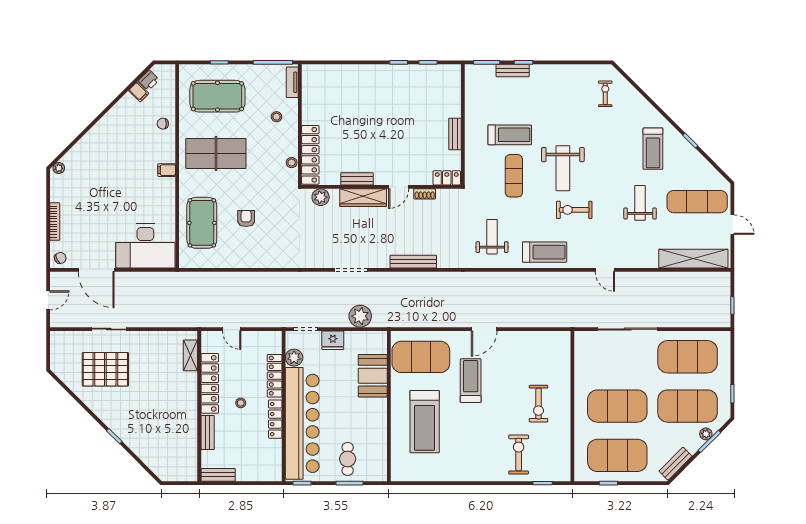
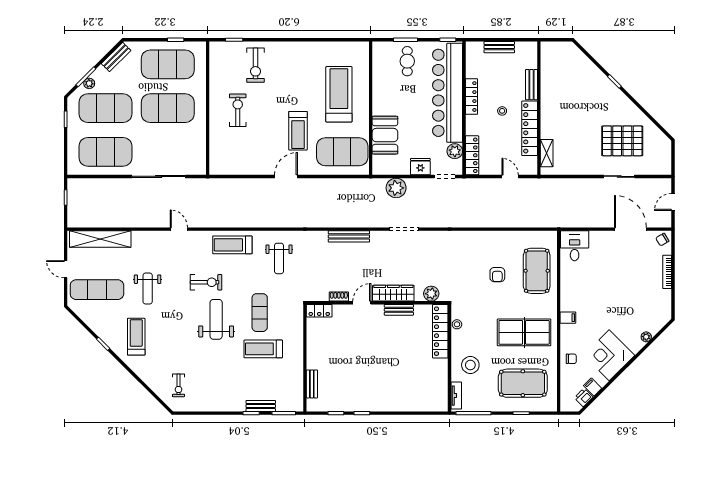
stool: (276, 117) -> (470, 365), width x1.89, depth x1.89
corner desk: (120, 128) -> (609, 355), added
bench: (455, 134) -> (312, 384), moved
plant: (59, 168) -> (646, 337), moved
desk: (145, 246) -> (575, 246), width x0.53, depth x0.77
locker: (275, 376) -> (472, 155), moved
bench: (218, 475) -> (499, 47), moved

